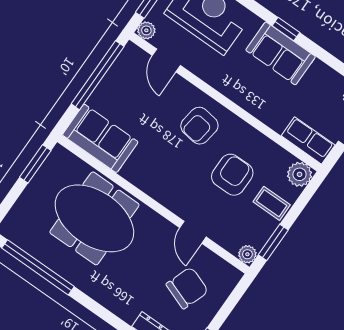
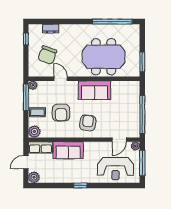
sofa: (281, 53) -> (68, 150), moved, turned 180
door: (166, 60) -> (119, 140), swing flipped
sofa: (100, 138) -> (95, 90), moved
window: (273, 242) -> (26, 97), width x1.44

